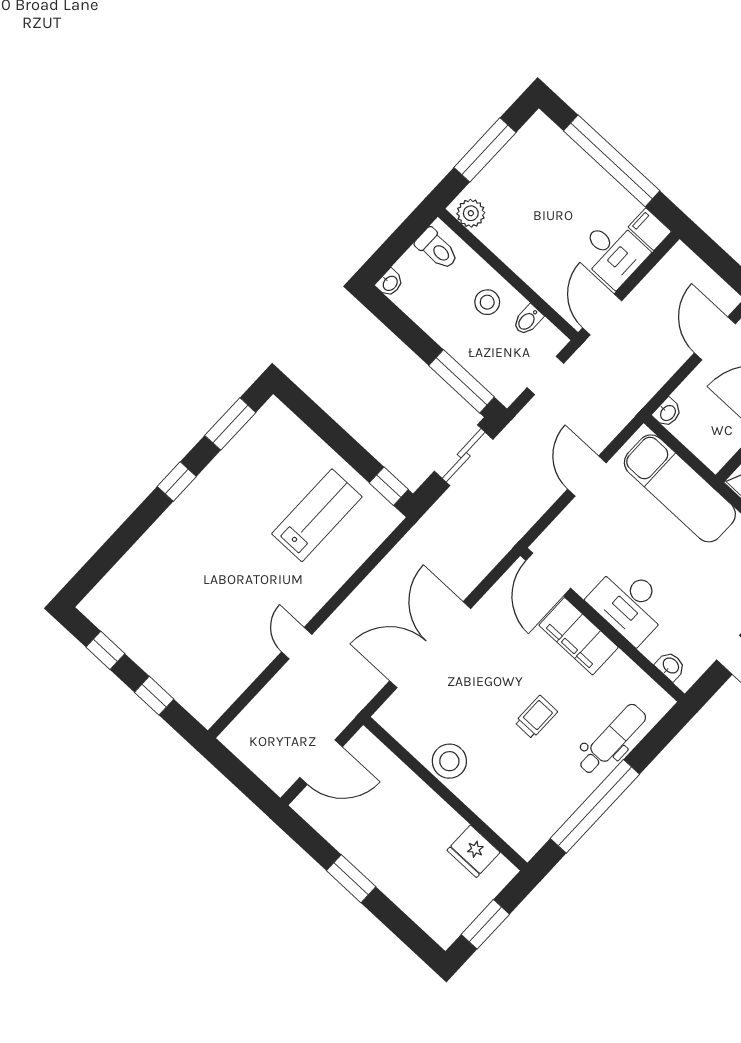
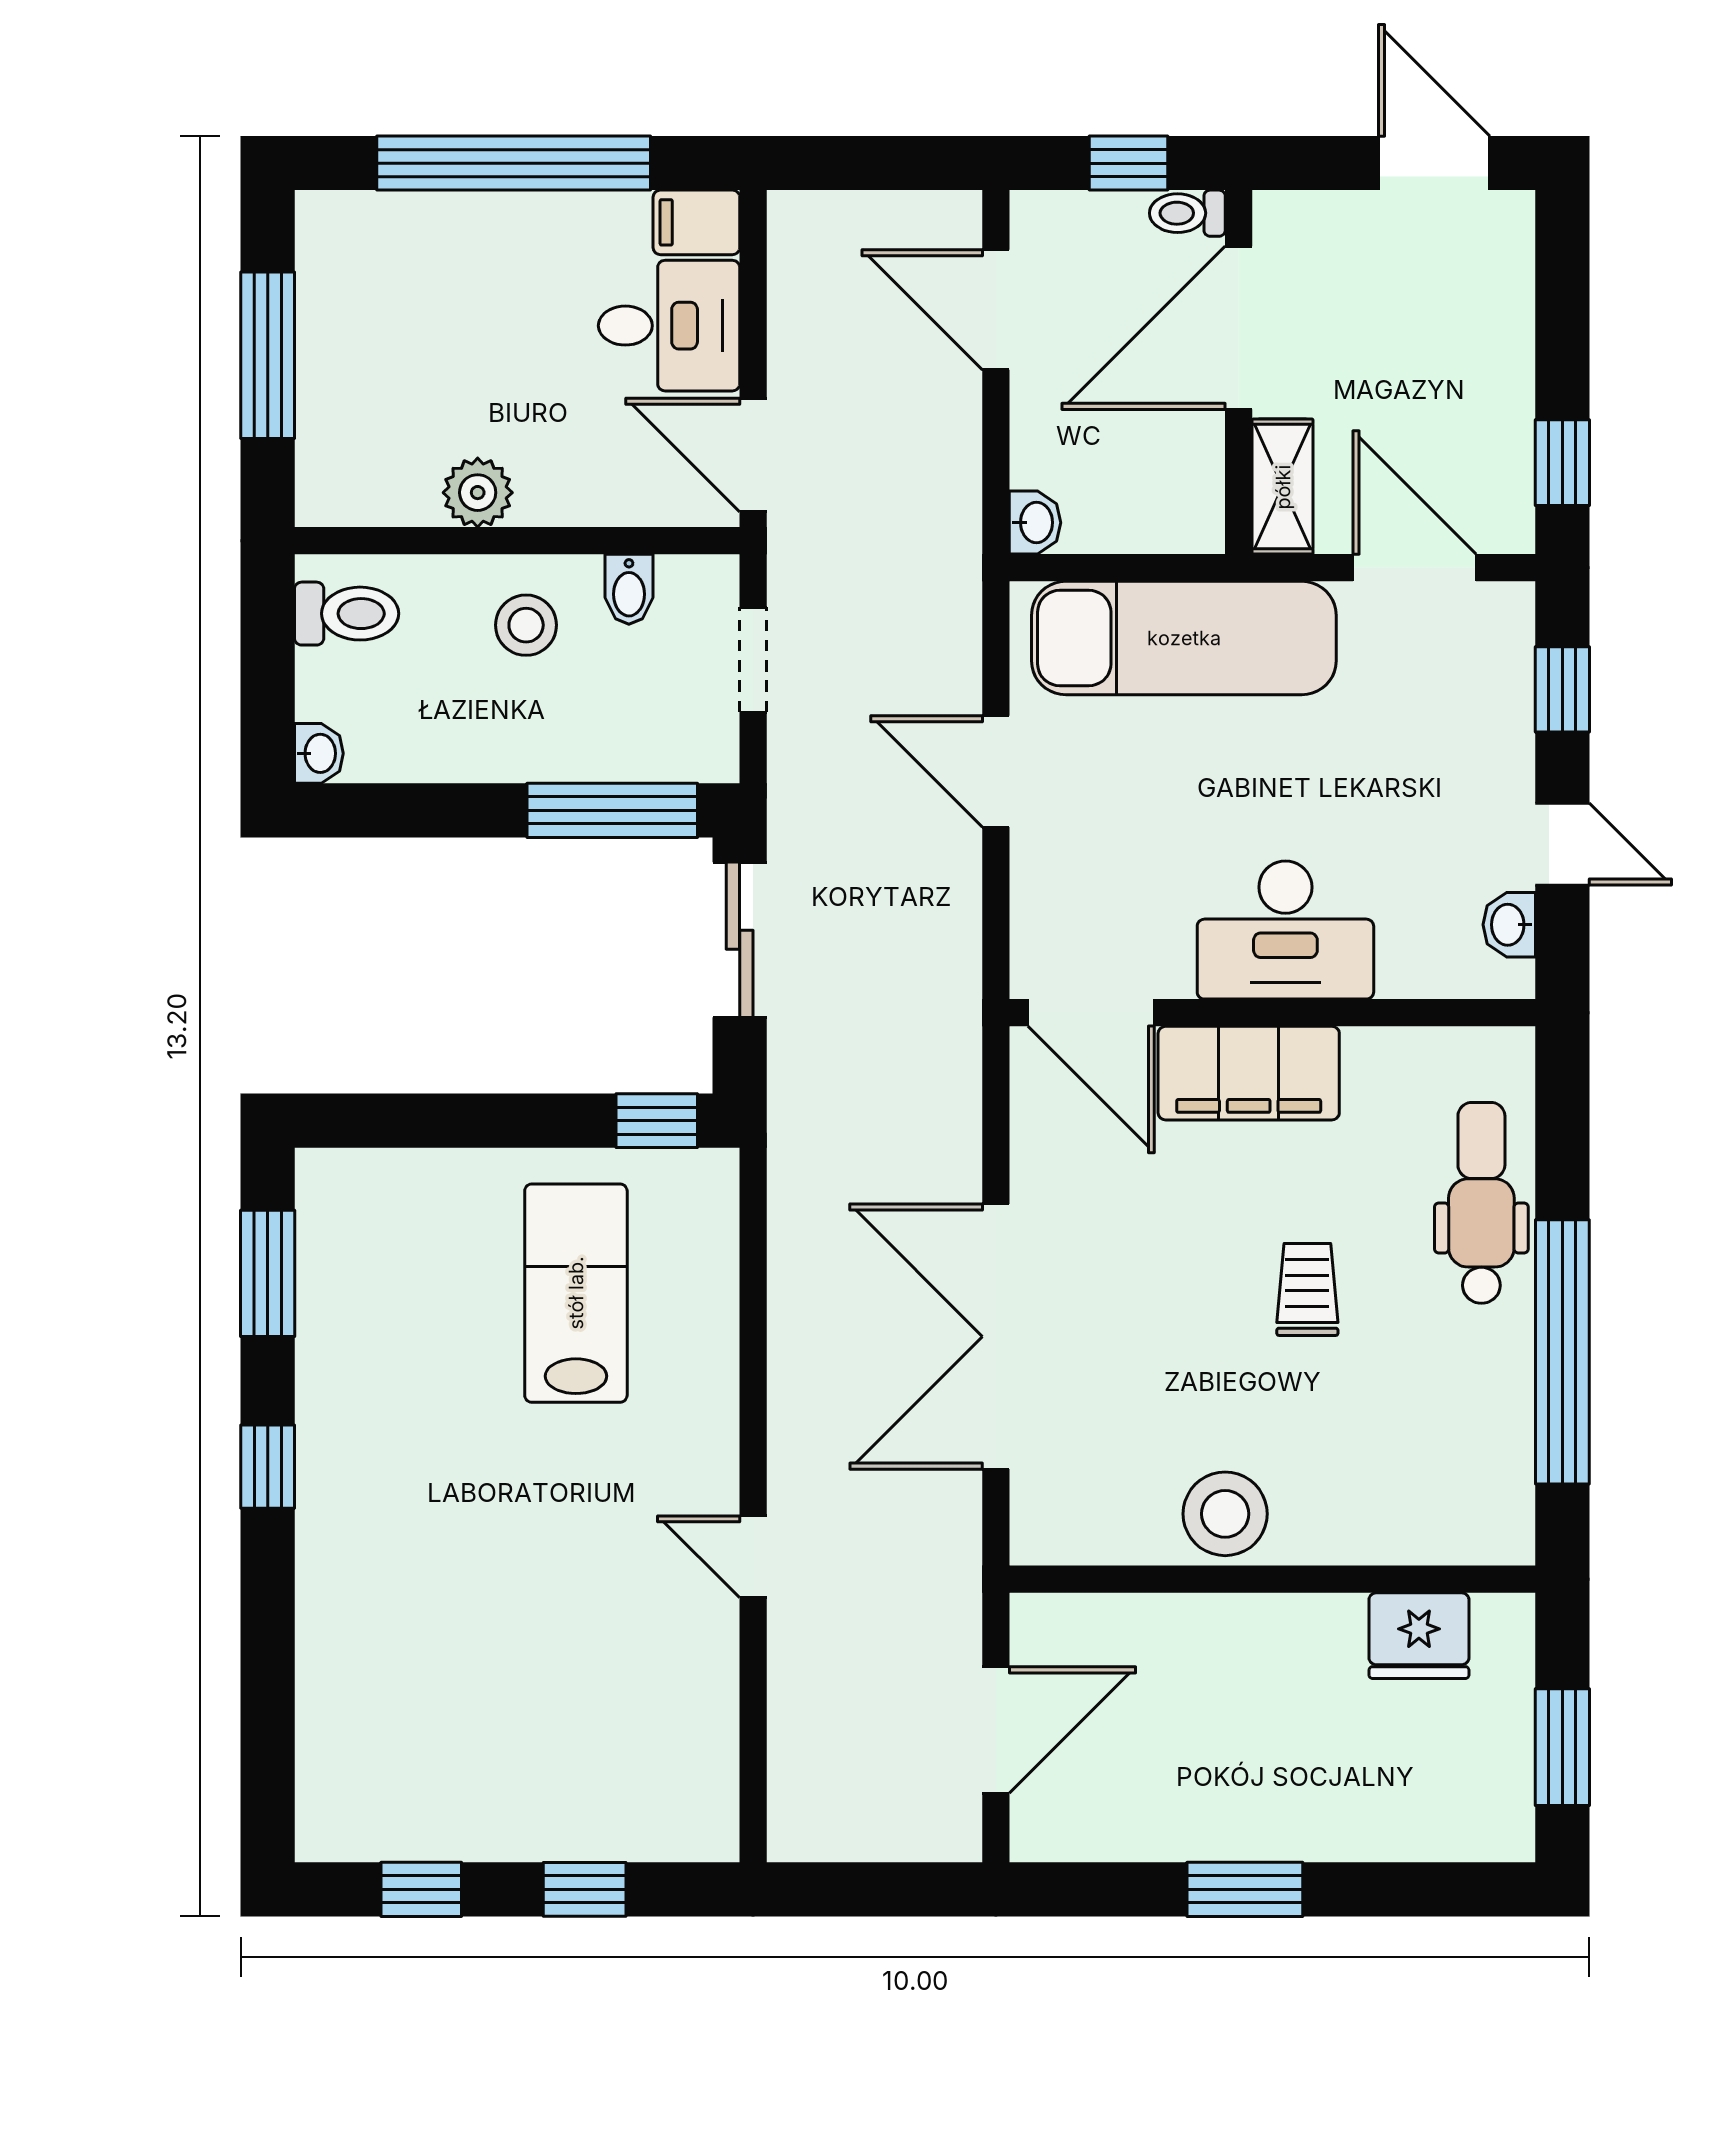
plant: (471, 213) -> (478, 493), moved
washbasin: (670, 666) -> (1509, 925), moved, turned -90

